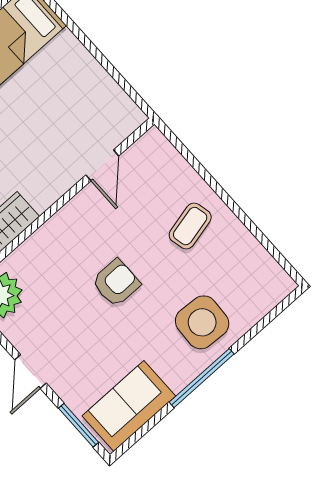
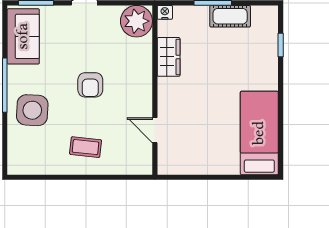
coffee table: (190, 226) -> (86, 147), turned -71

